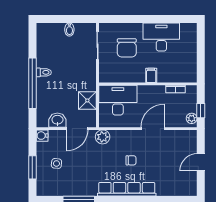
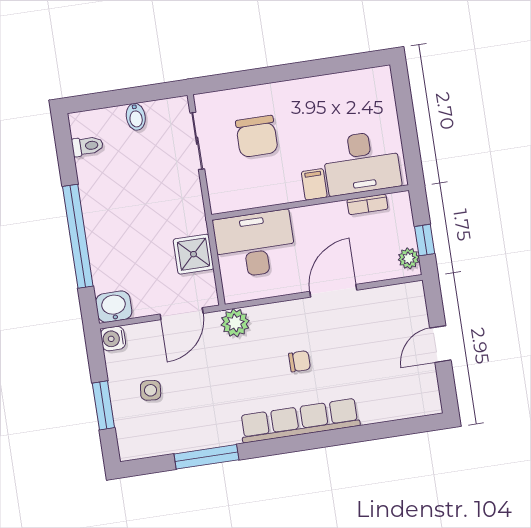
desk: (161, 37) -> (362, 163), moved, turned 180
toilet: (44, 72) -> (87, 146), moved
washbasin: (57, 120) -> (114, 307), moved

